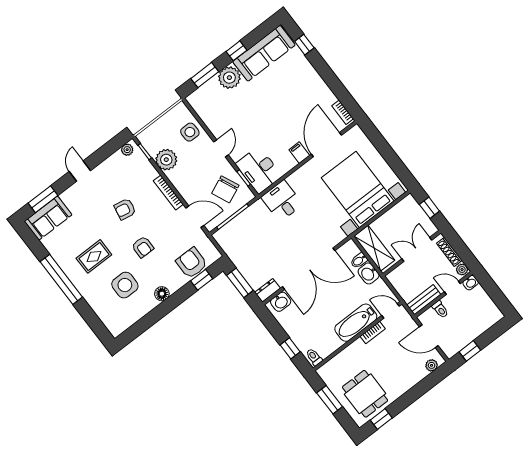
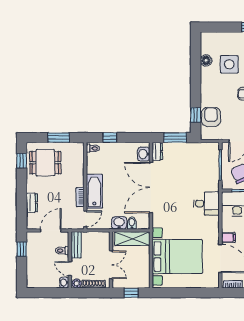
armchair: (192, 263) -> (211, 117), turned -90
door: (452, 288) -> (70, 269), swing flipped
floor lamp: (162, 294) -> (206, 60), moved
plant: (432, 365) -> (31, 218), removed
dresser: (415, 376) -> (32, 203), added

